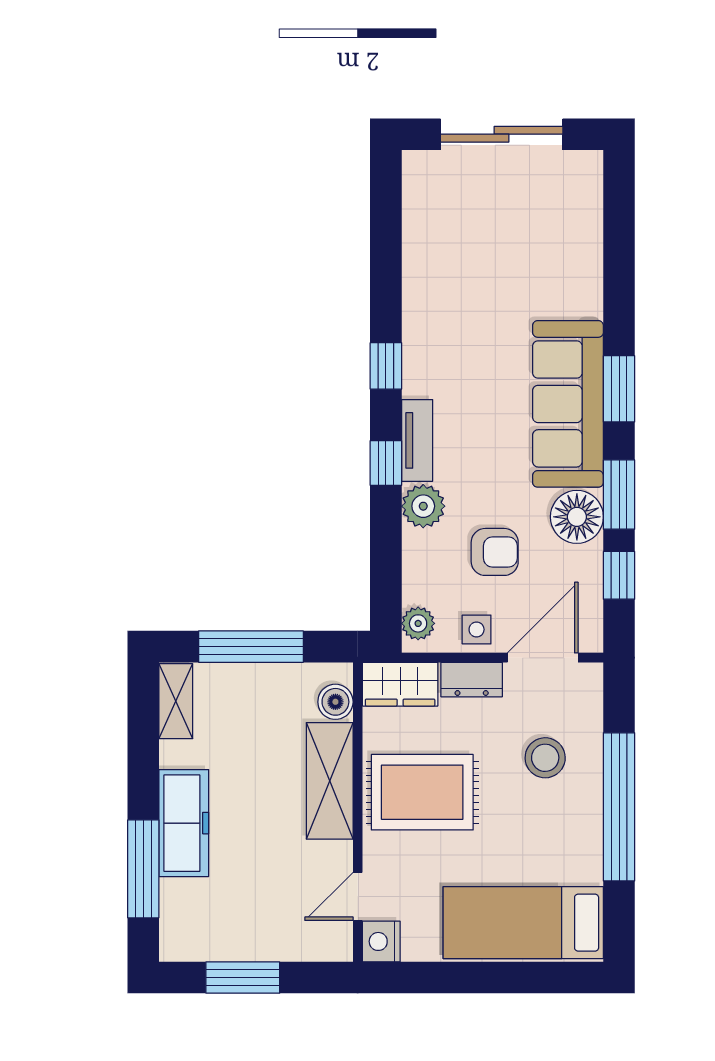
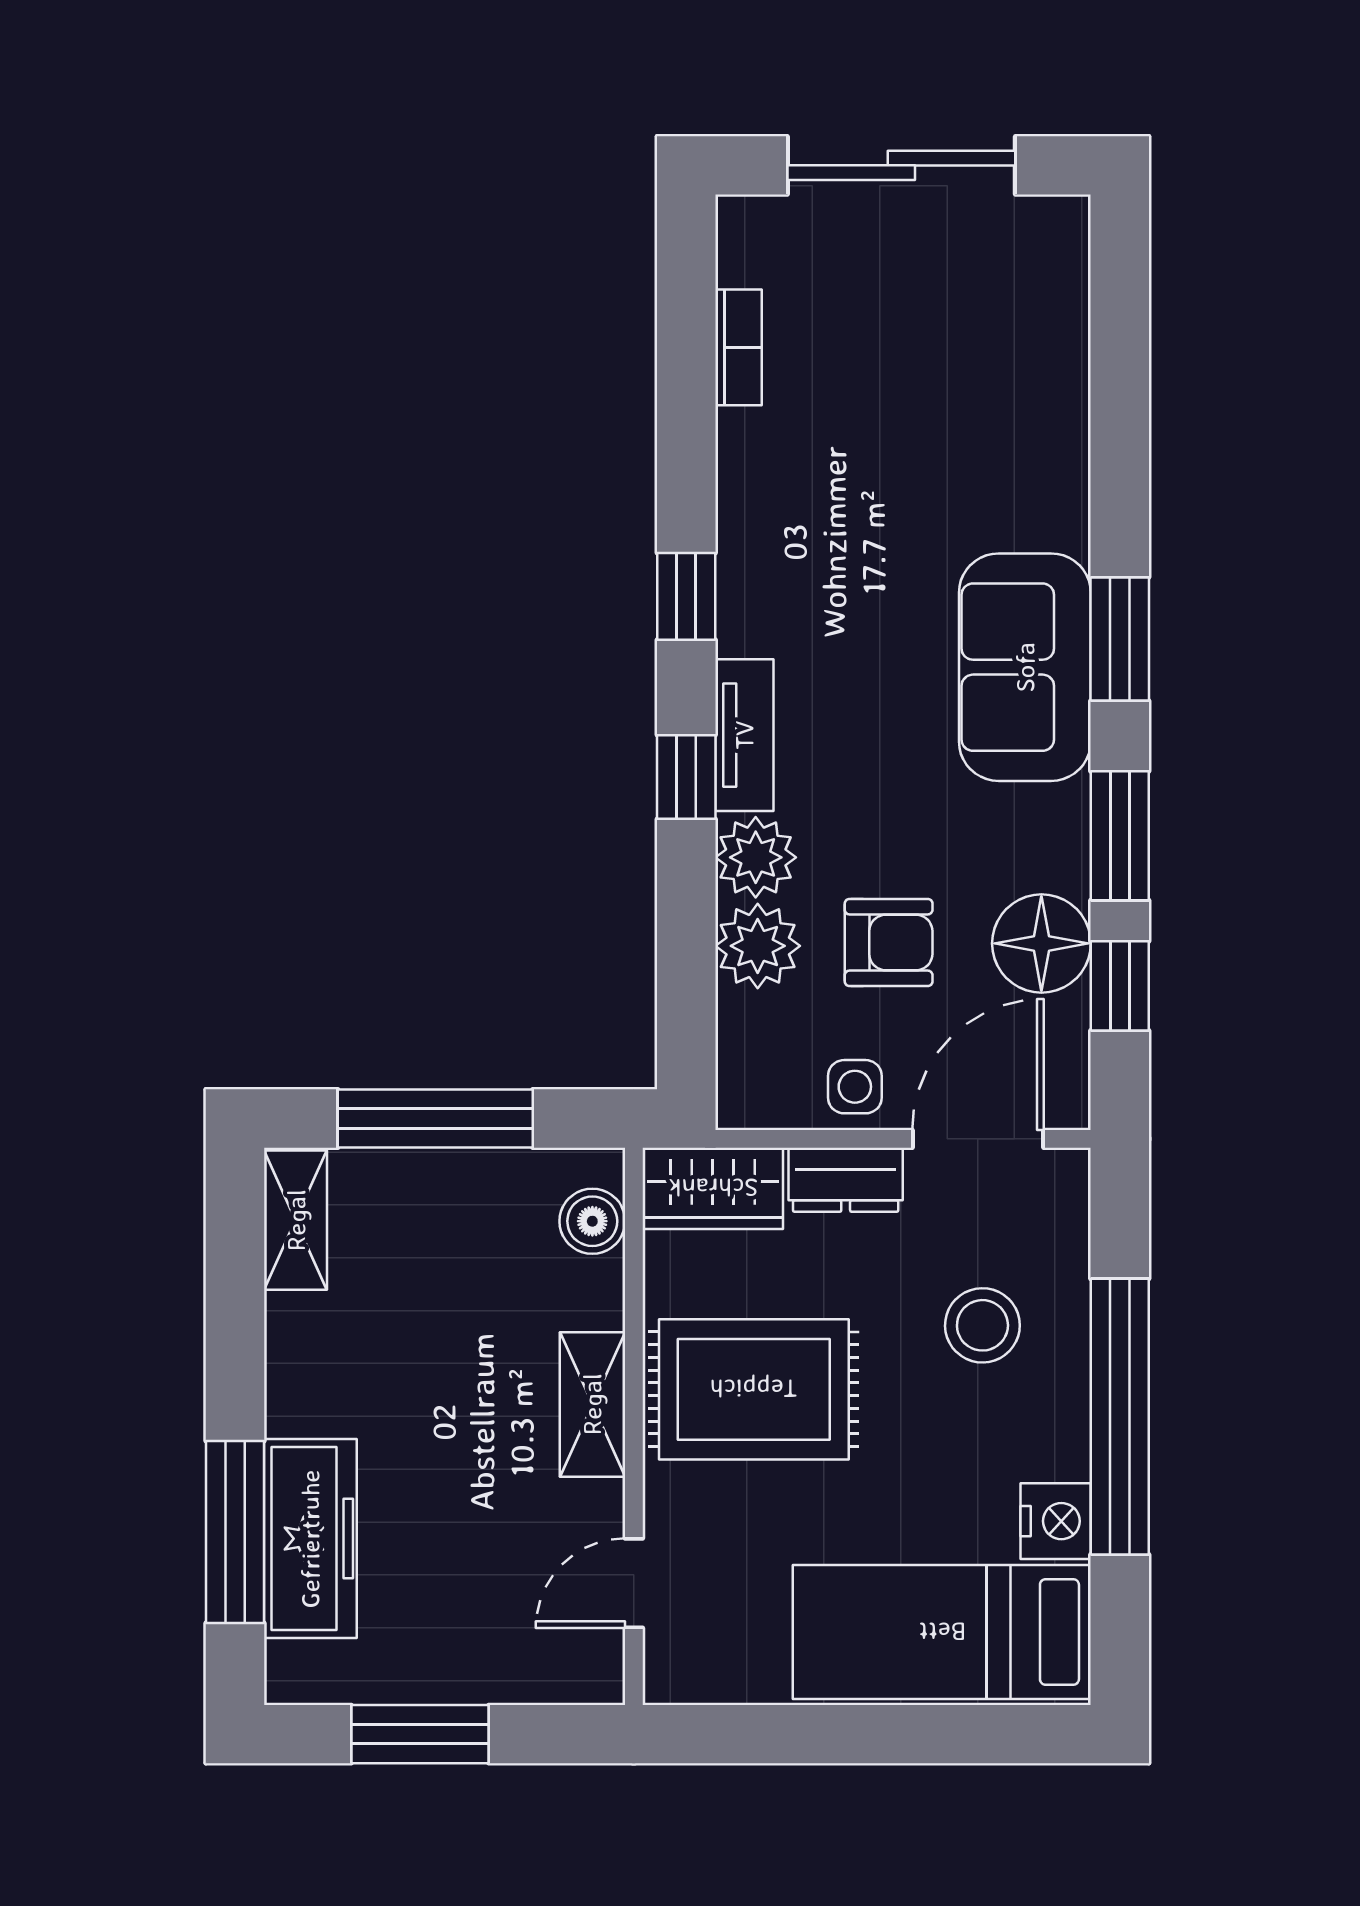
bookcase: (414, 232) -> (738, 347), added
sofa: (568, 404) -> (1025, 667), width x0.73
floor lamp: (577, 517) -> (1041, 943), moved
plant: (418, 623) -> (758, 946), moved, width x1.38, depth x1.38
shelving: (330, 781) -> (592, 1404), width x0.67, depth x0.75
freezer: (184, 823) -> (310, 1539), moved
nightstand: (381, 941) -> (1056, 1521), moved, turned 180

